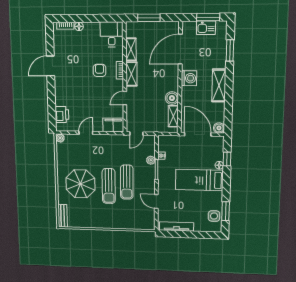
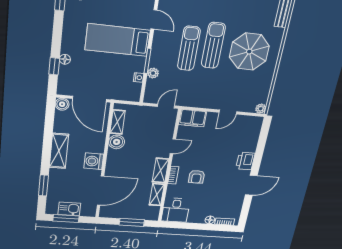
printer: (62, 115) -> (245, 161), moved
bed: (199, 180) -> (118, 40), moved, turned 180

